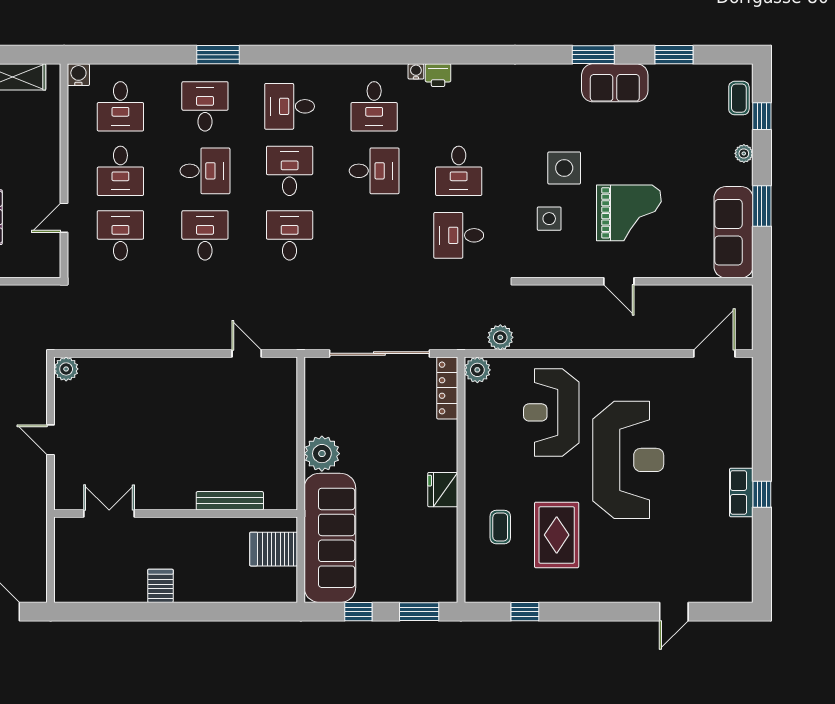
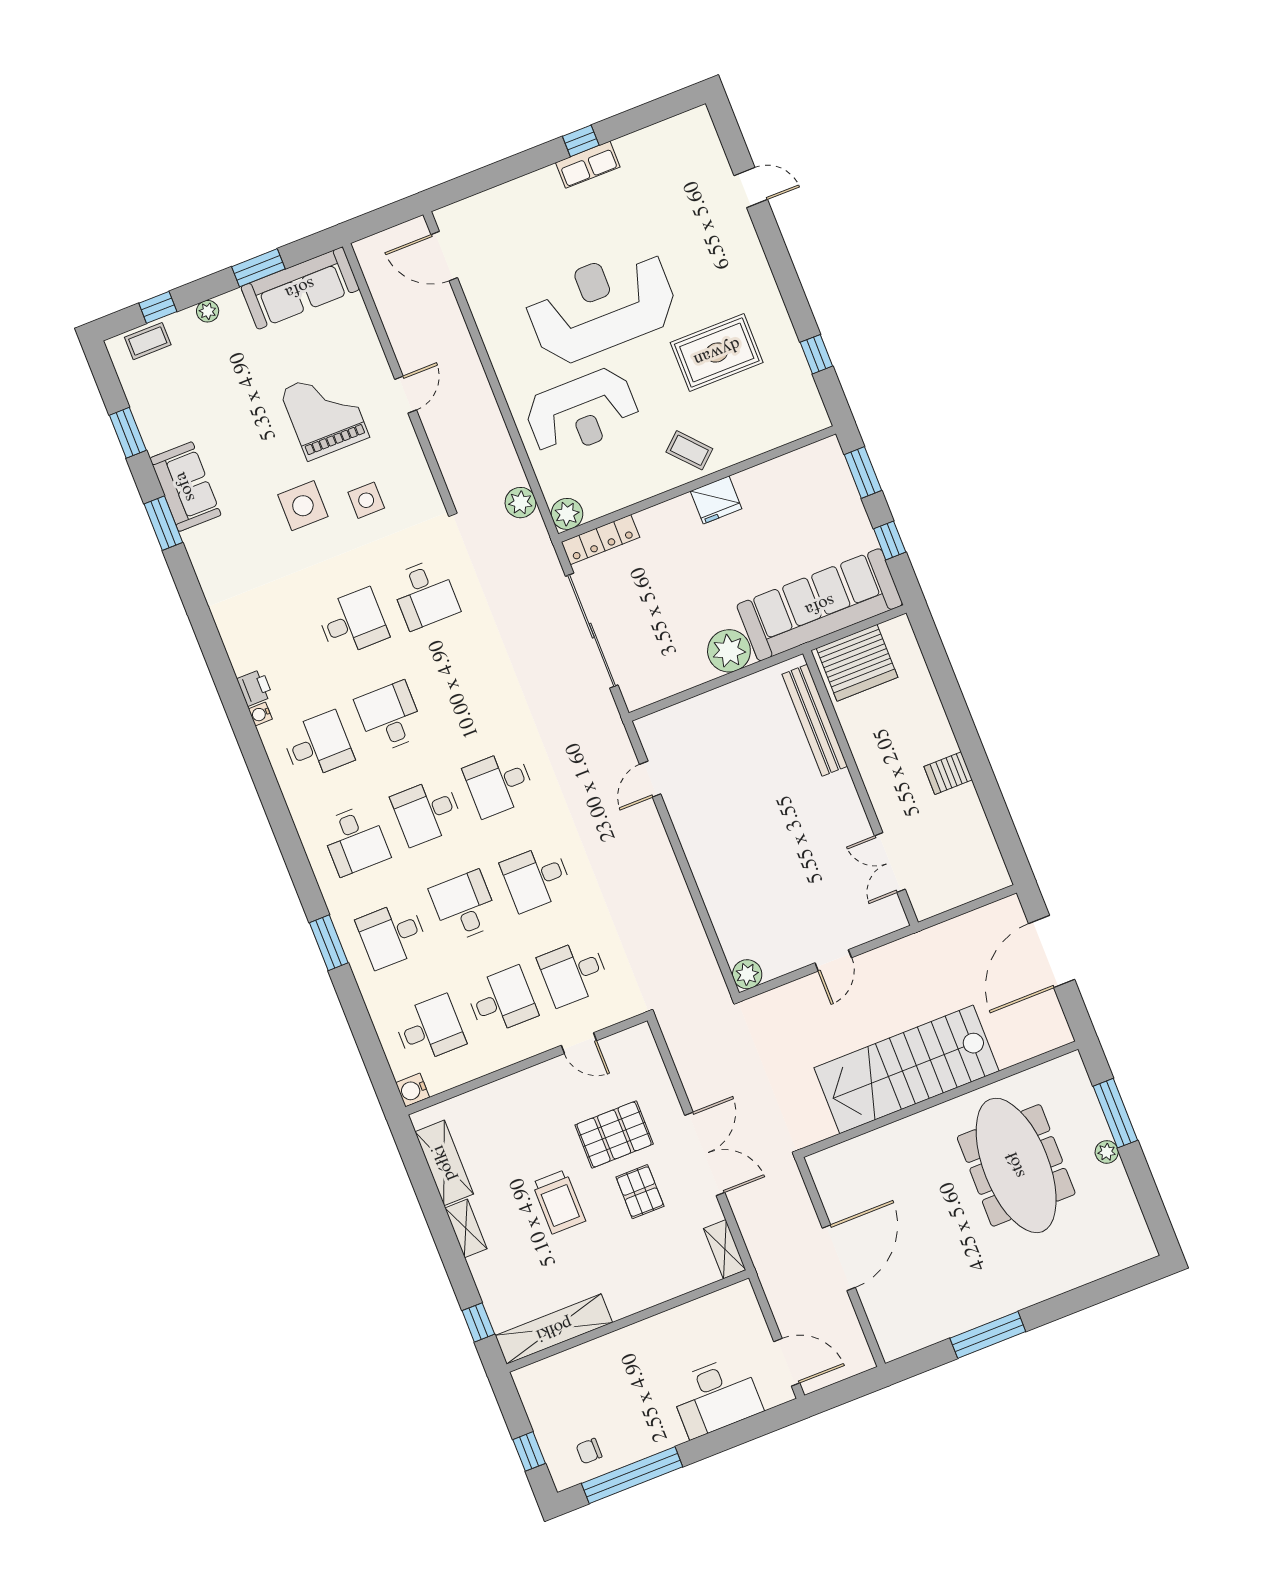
bench: (230, 501) -> (815, 720), width x1.37, depth x1.21
coffee table: (500, 527) -> (689, 450), moved, turned 48
server rack: (274, 549) -> (857, 663), width x1.60

